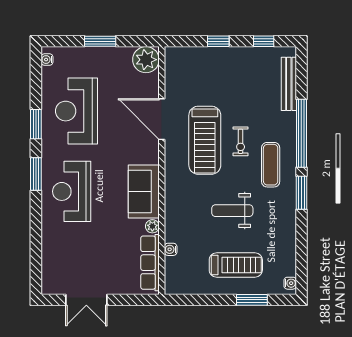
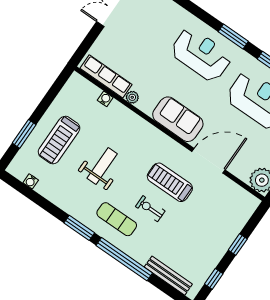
treadmill: (205, 140) -> (170, 182), width x0.73, depth x0.73
sofa: (144, 191) -> (178, 119), moved
water cooler: (290, 283) -> (31, 181), moved

